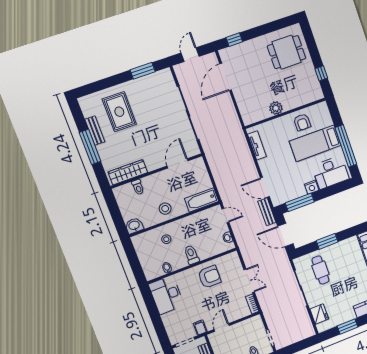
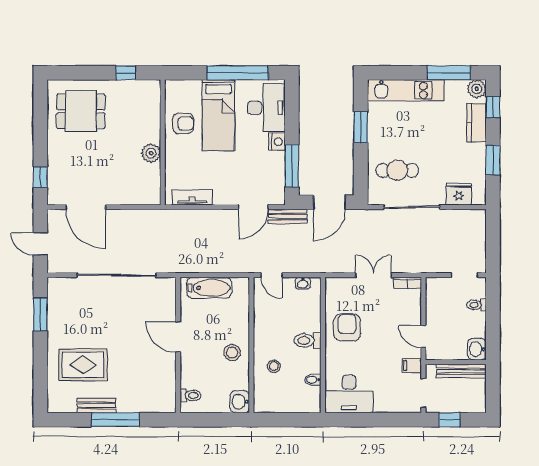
dining table: (287, 52) -> (81, 111), turned 90
door: (177, 163) -> (178, 337), moved
wardrobe: (128, 172) -> (166, 383), removed
toilet: (138, 187) -> (190, 396), moved
bathtub: (202, 200) -> (209, 288), moved, turned -90
door: (225, 215) -> (272, 275), swing flipped
window: (327, 241) -> (361, 127), moved

